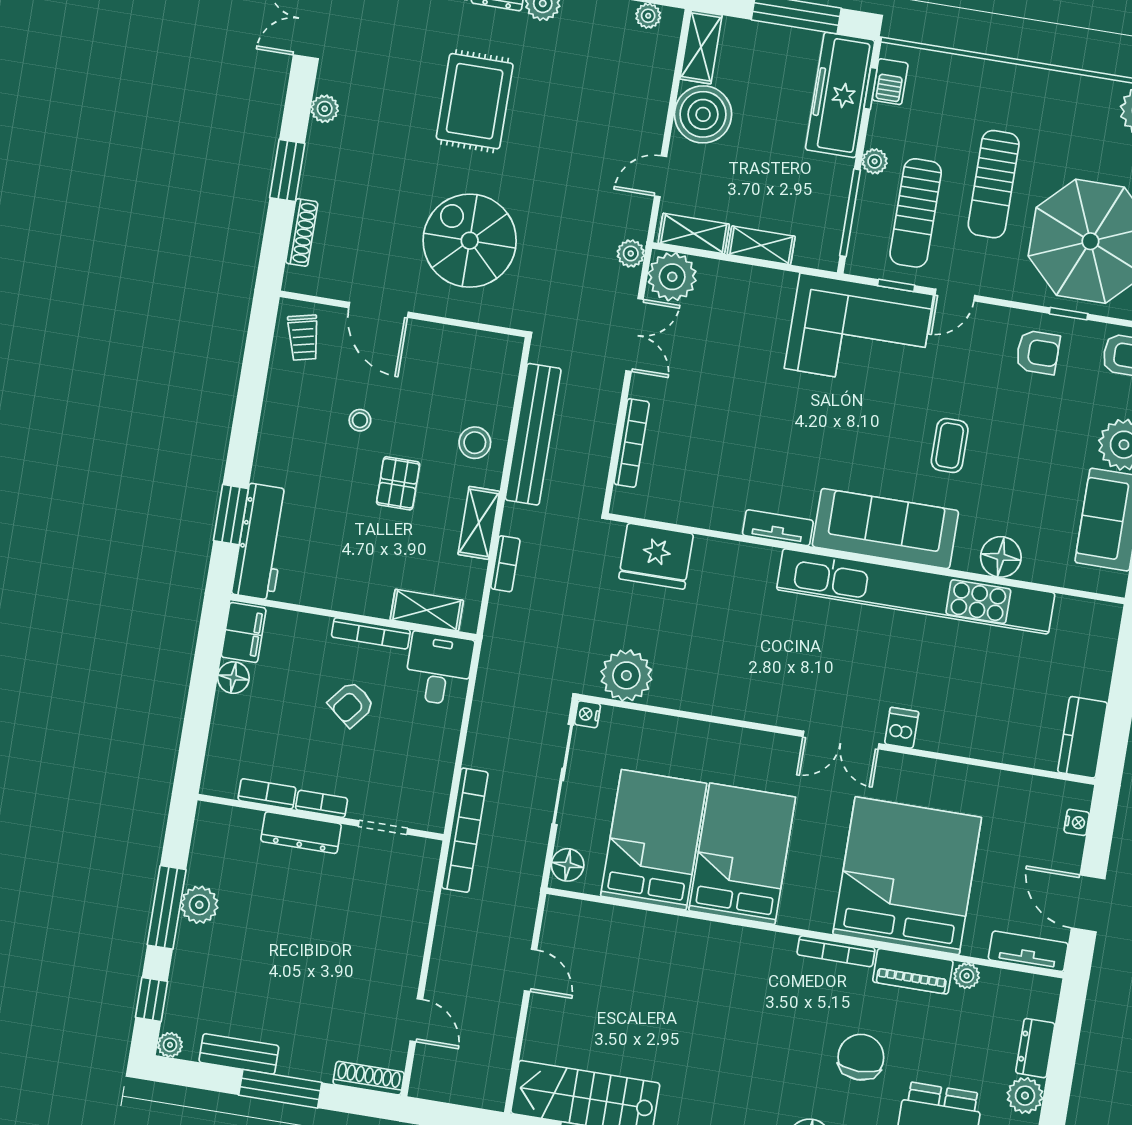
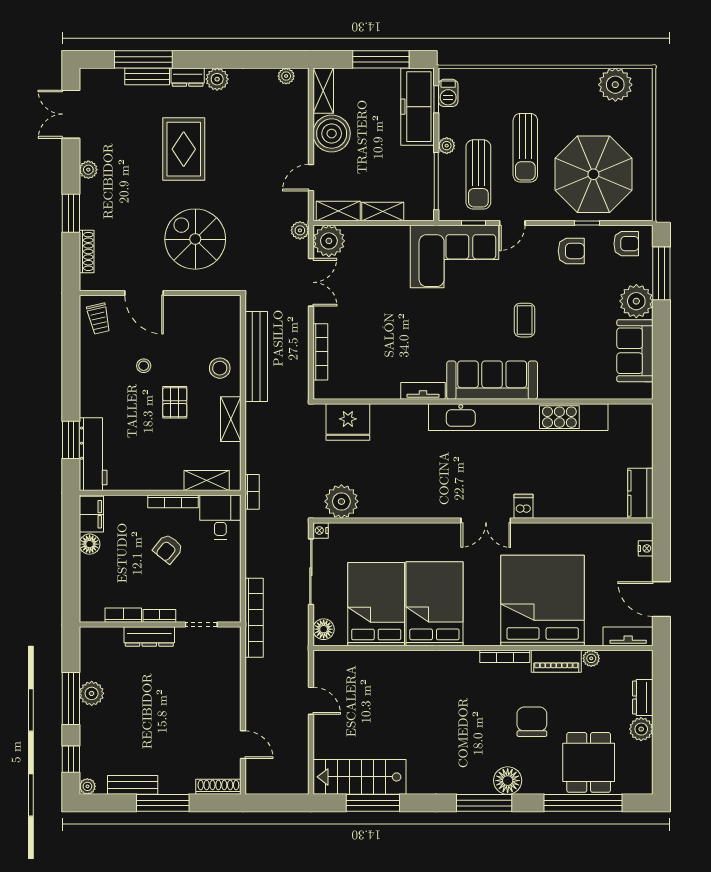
floor lamp: (1001, 557) -> (569, 386), removed
bookcase: (505, 564) -> (252, 492), moved

